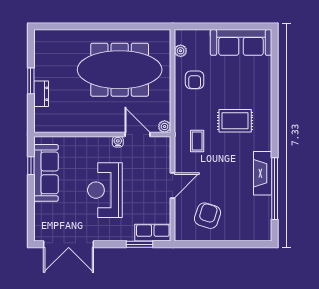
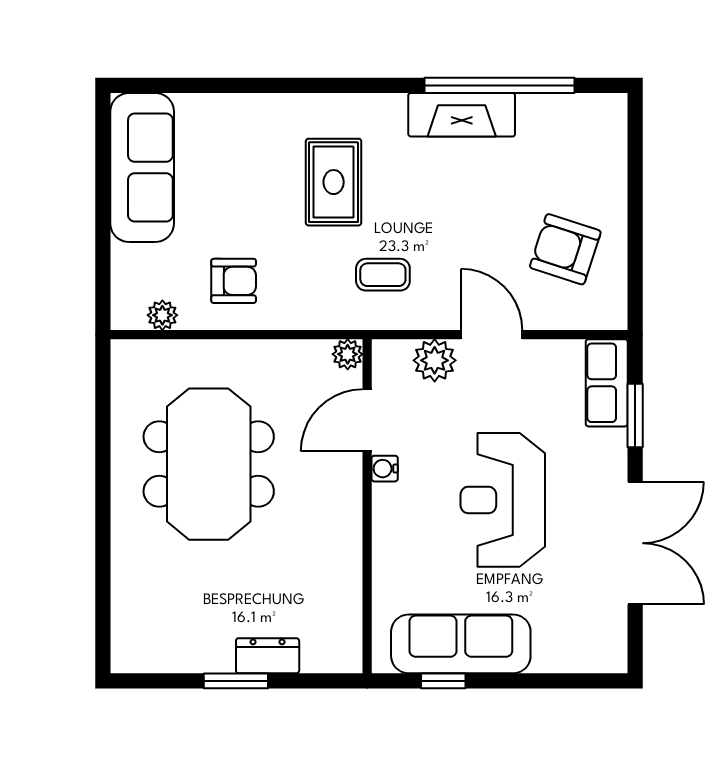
meeting table: (120, 70) -> (209, 464), width x0.73
plant: (162, 162) -> (435, 360), added
reception desk: (105, 190) -> (503, 500), turned 90
double door: (69, 244) -> (635, 543), moved

